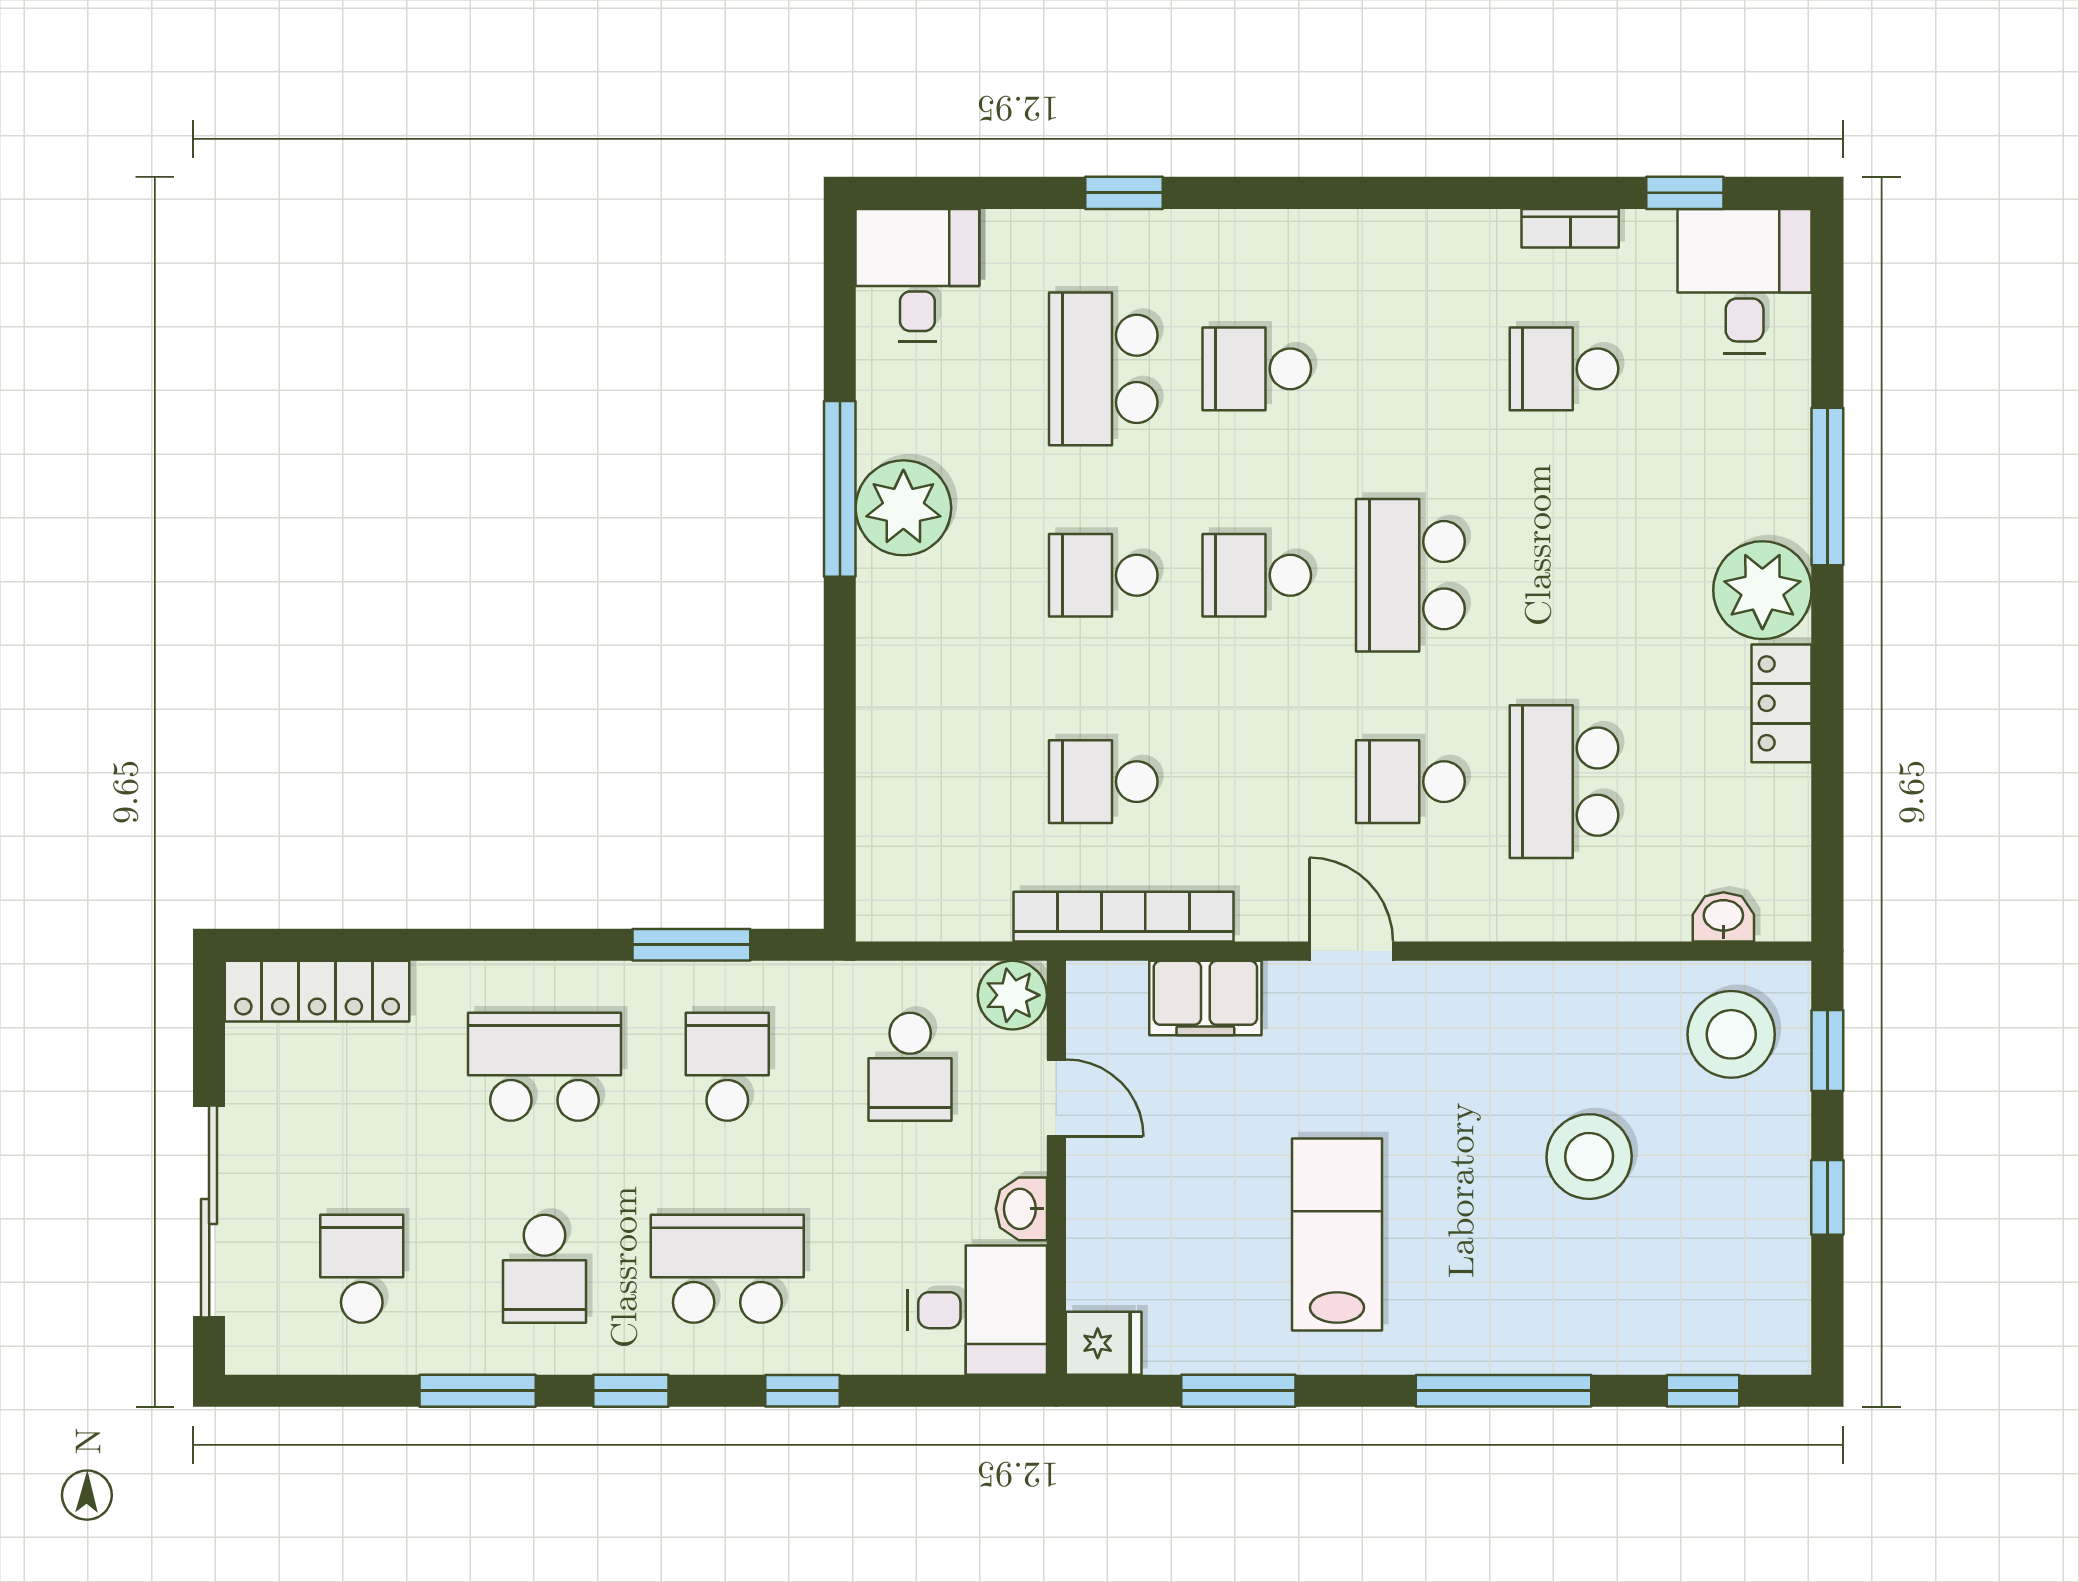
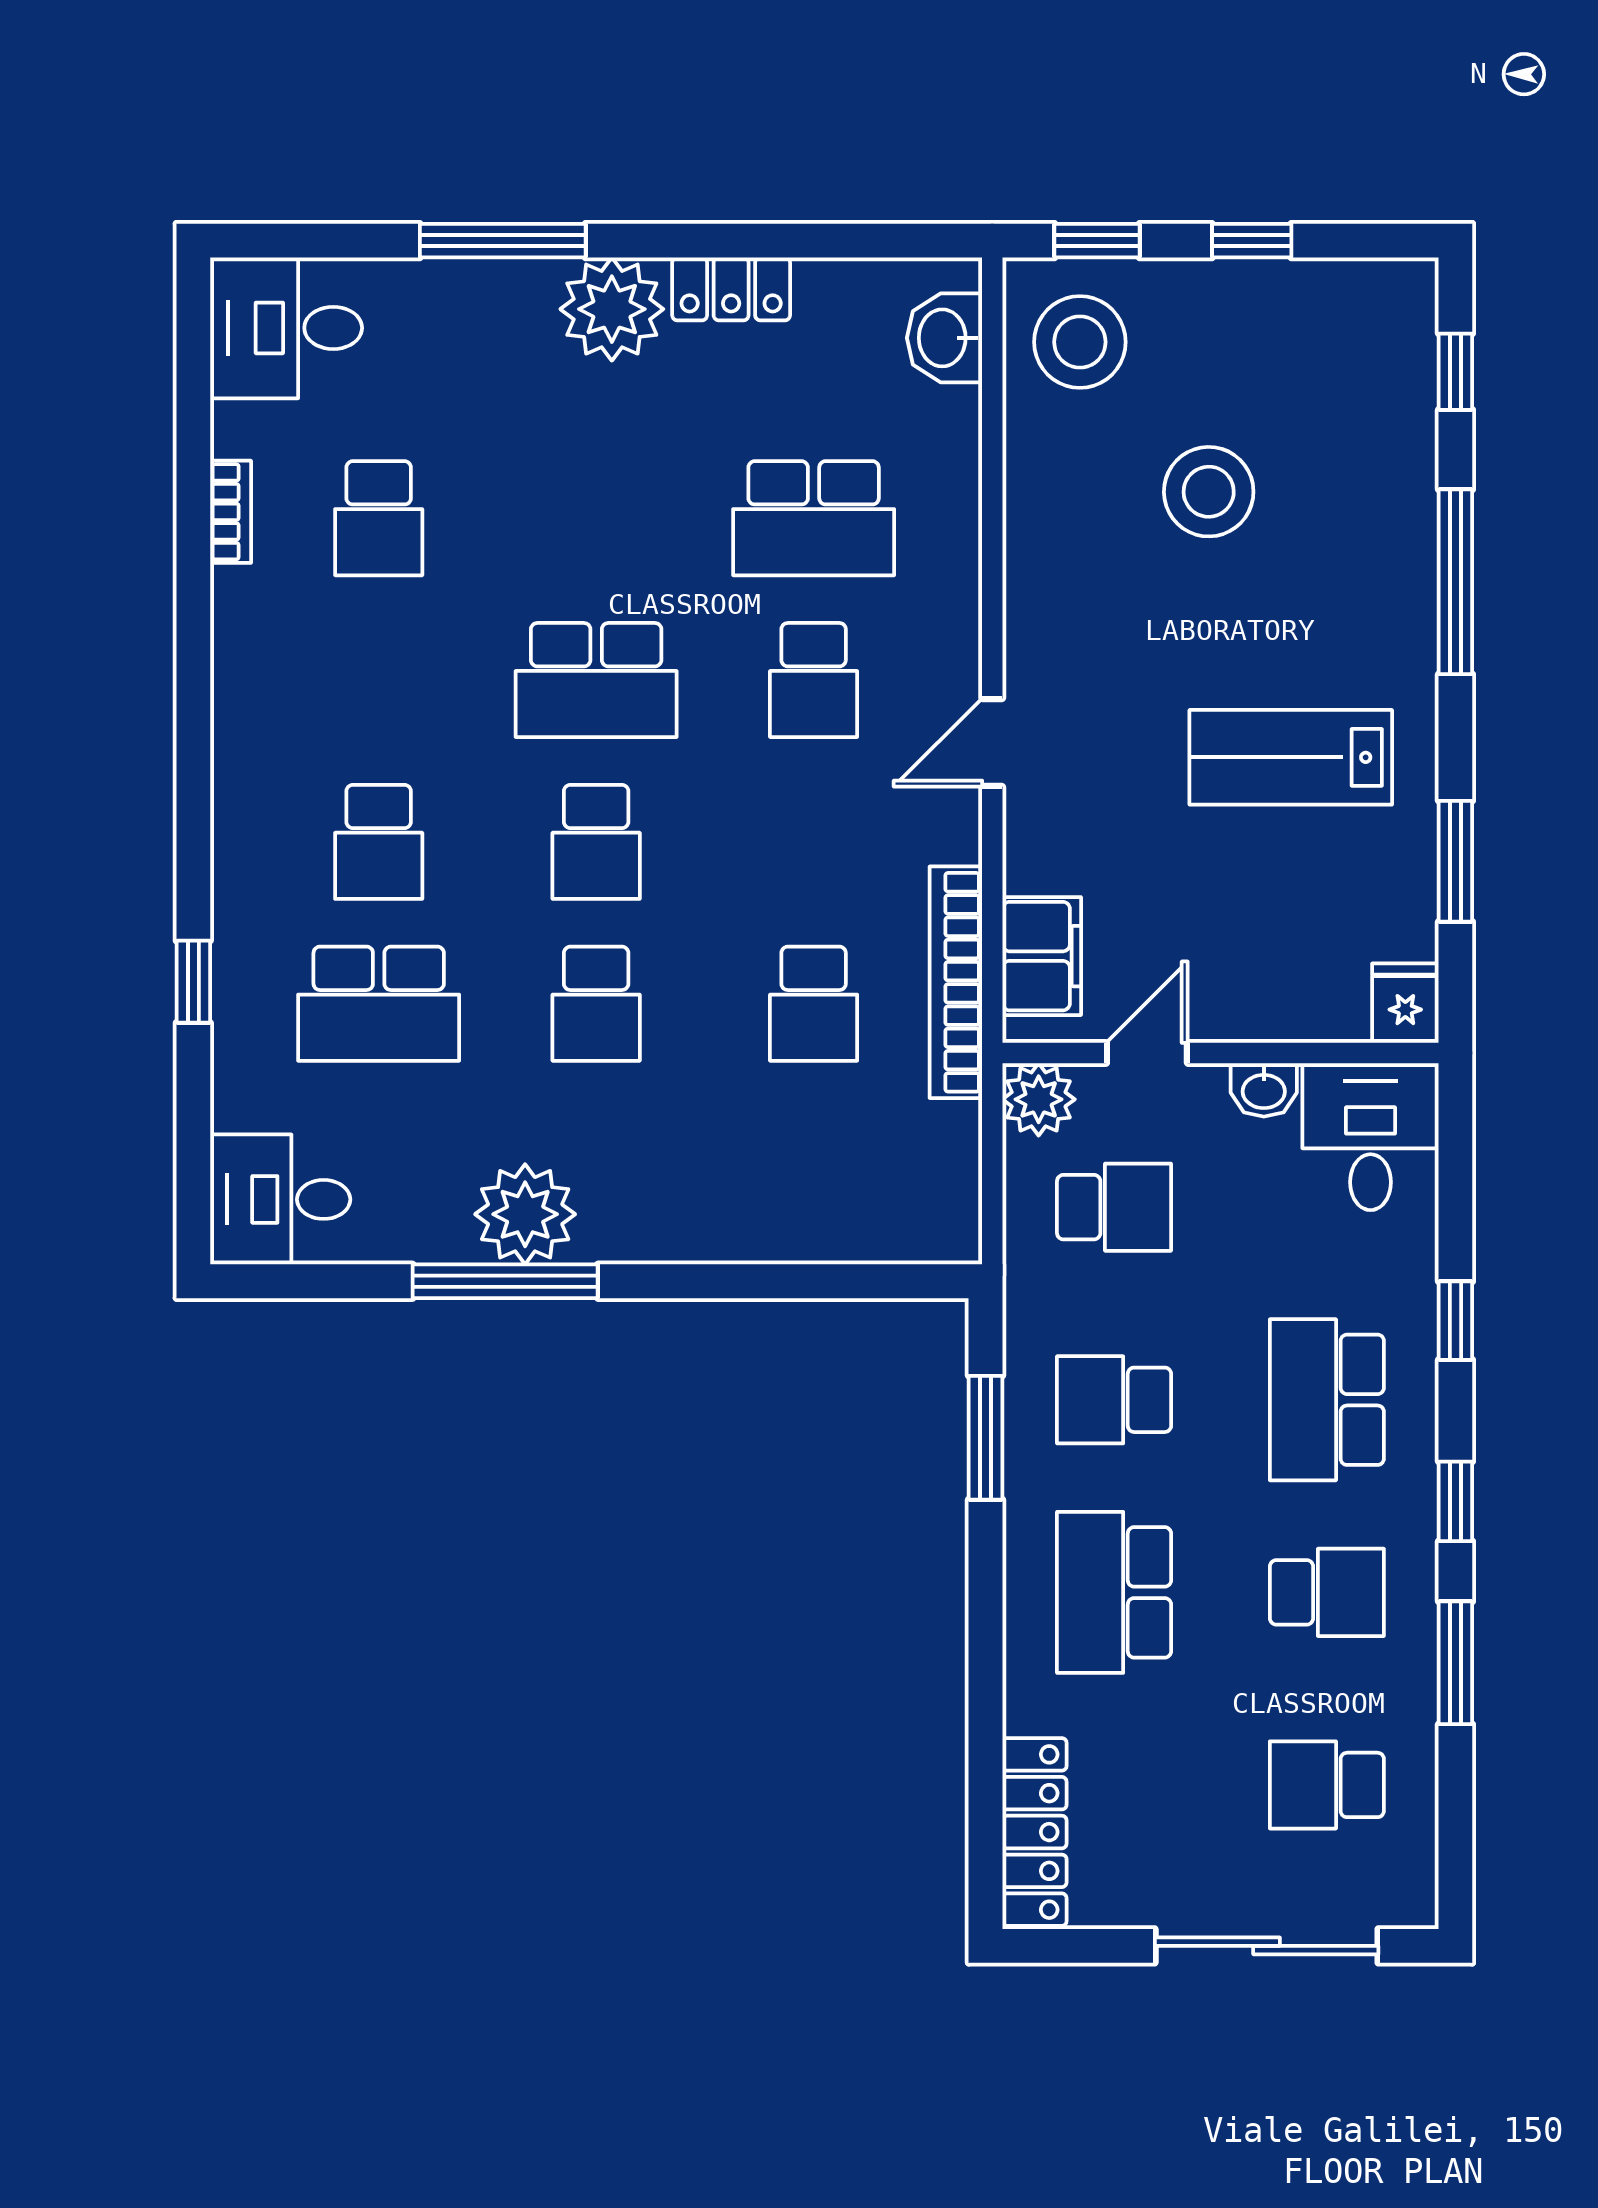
window: (1685, 193) -> (193, 391), removed
washbasin: (1723, 917) -> (944, 338), width x1.38, depth x1.45
filing cabinet: (1205, 998) -> (1042, 956), moved

